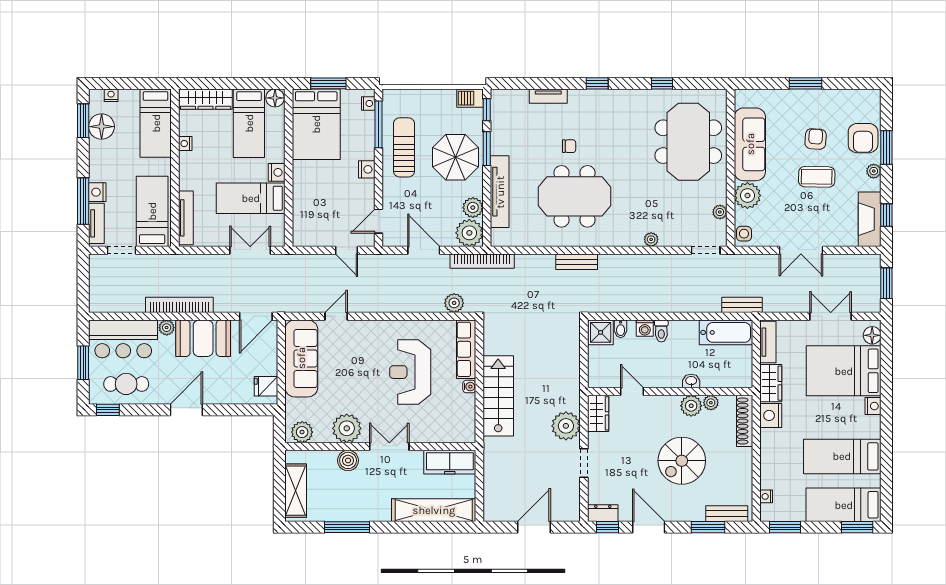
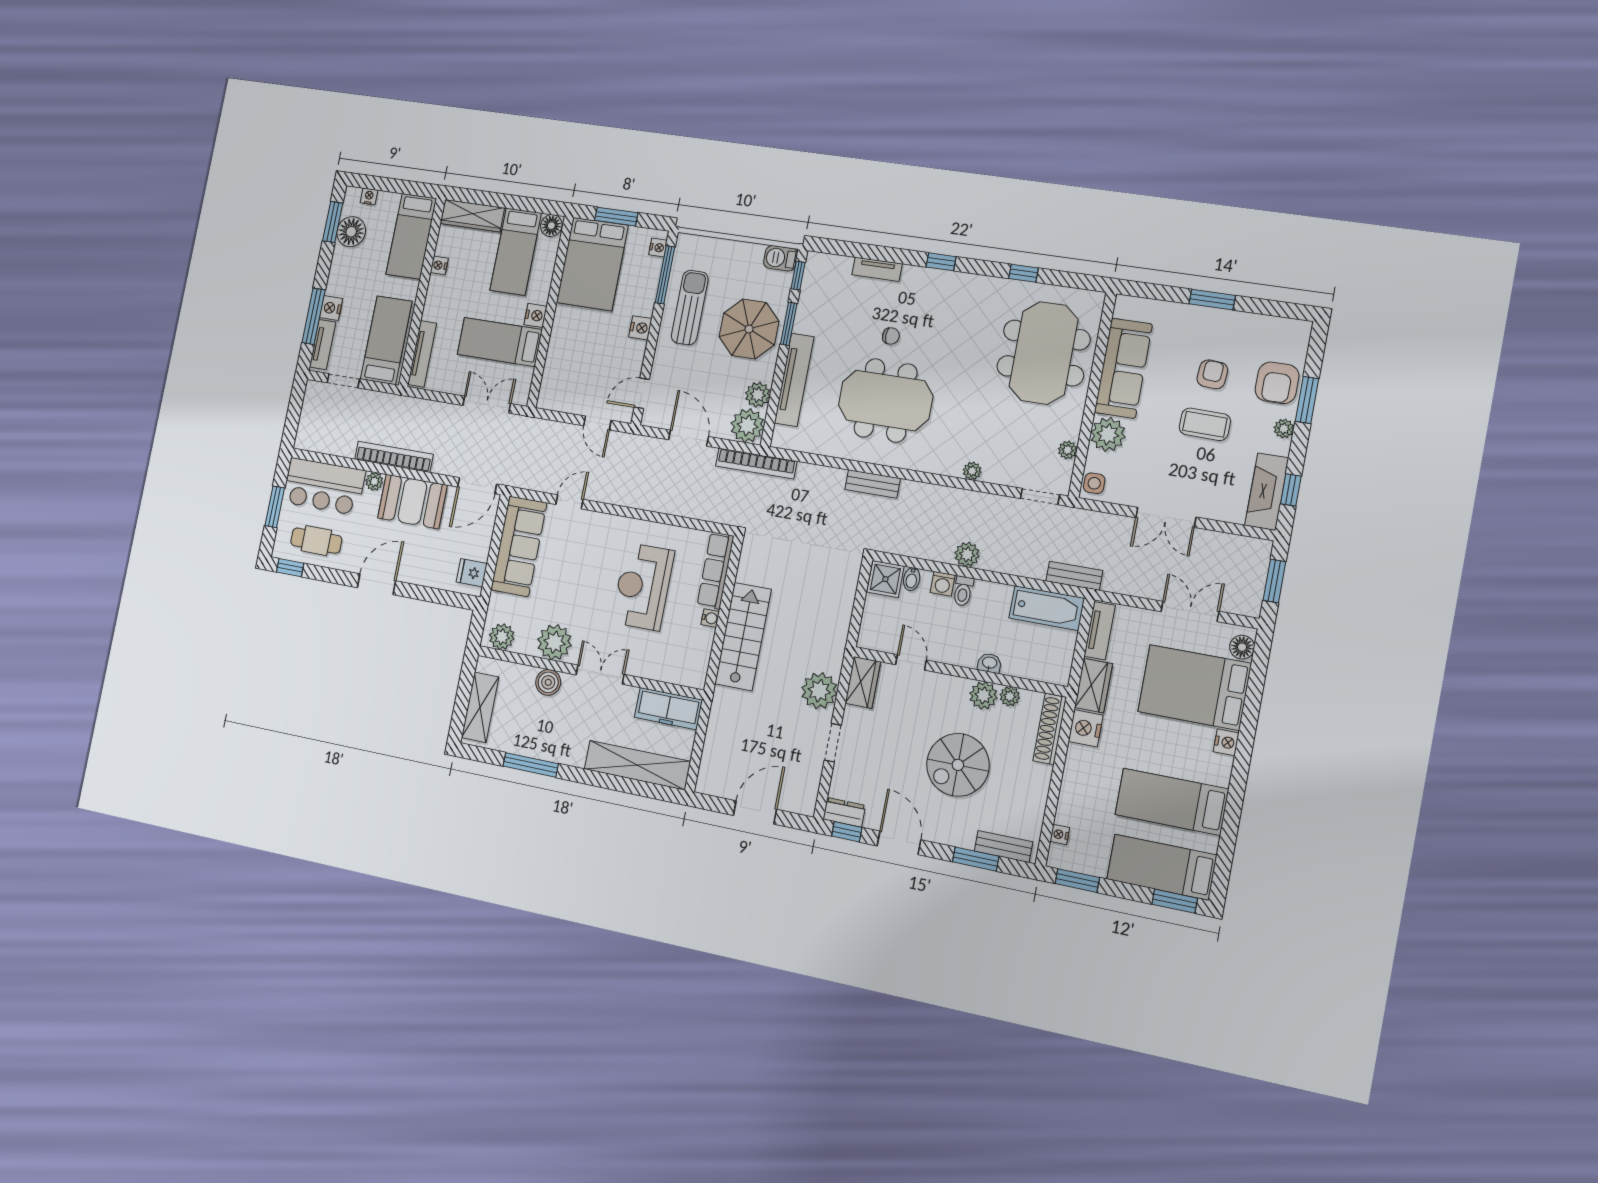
plant: (454, 303) -> (967, 554), moved

